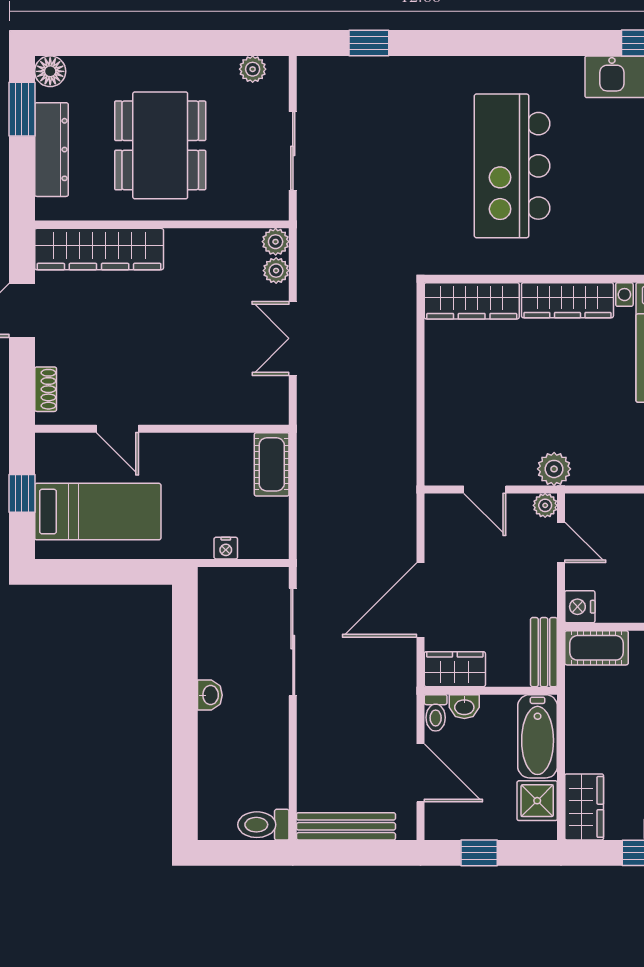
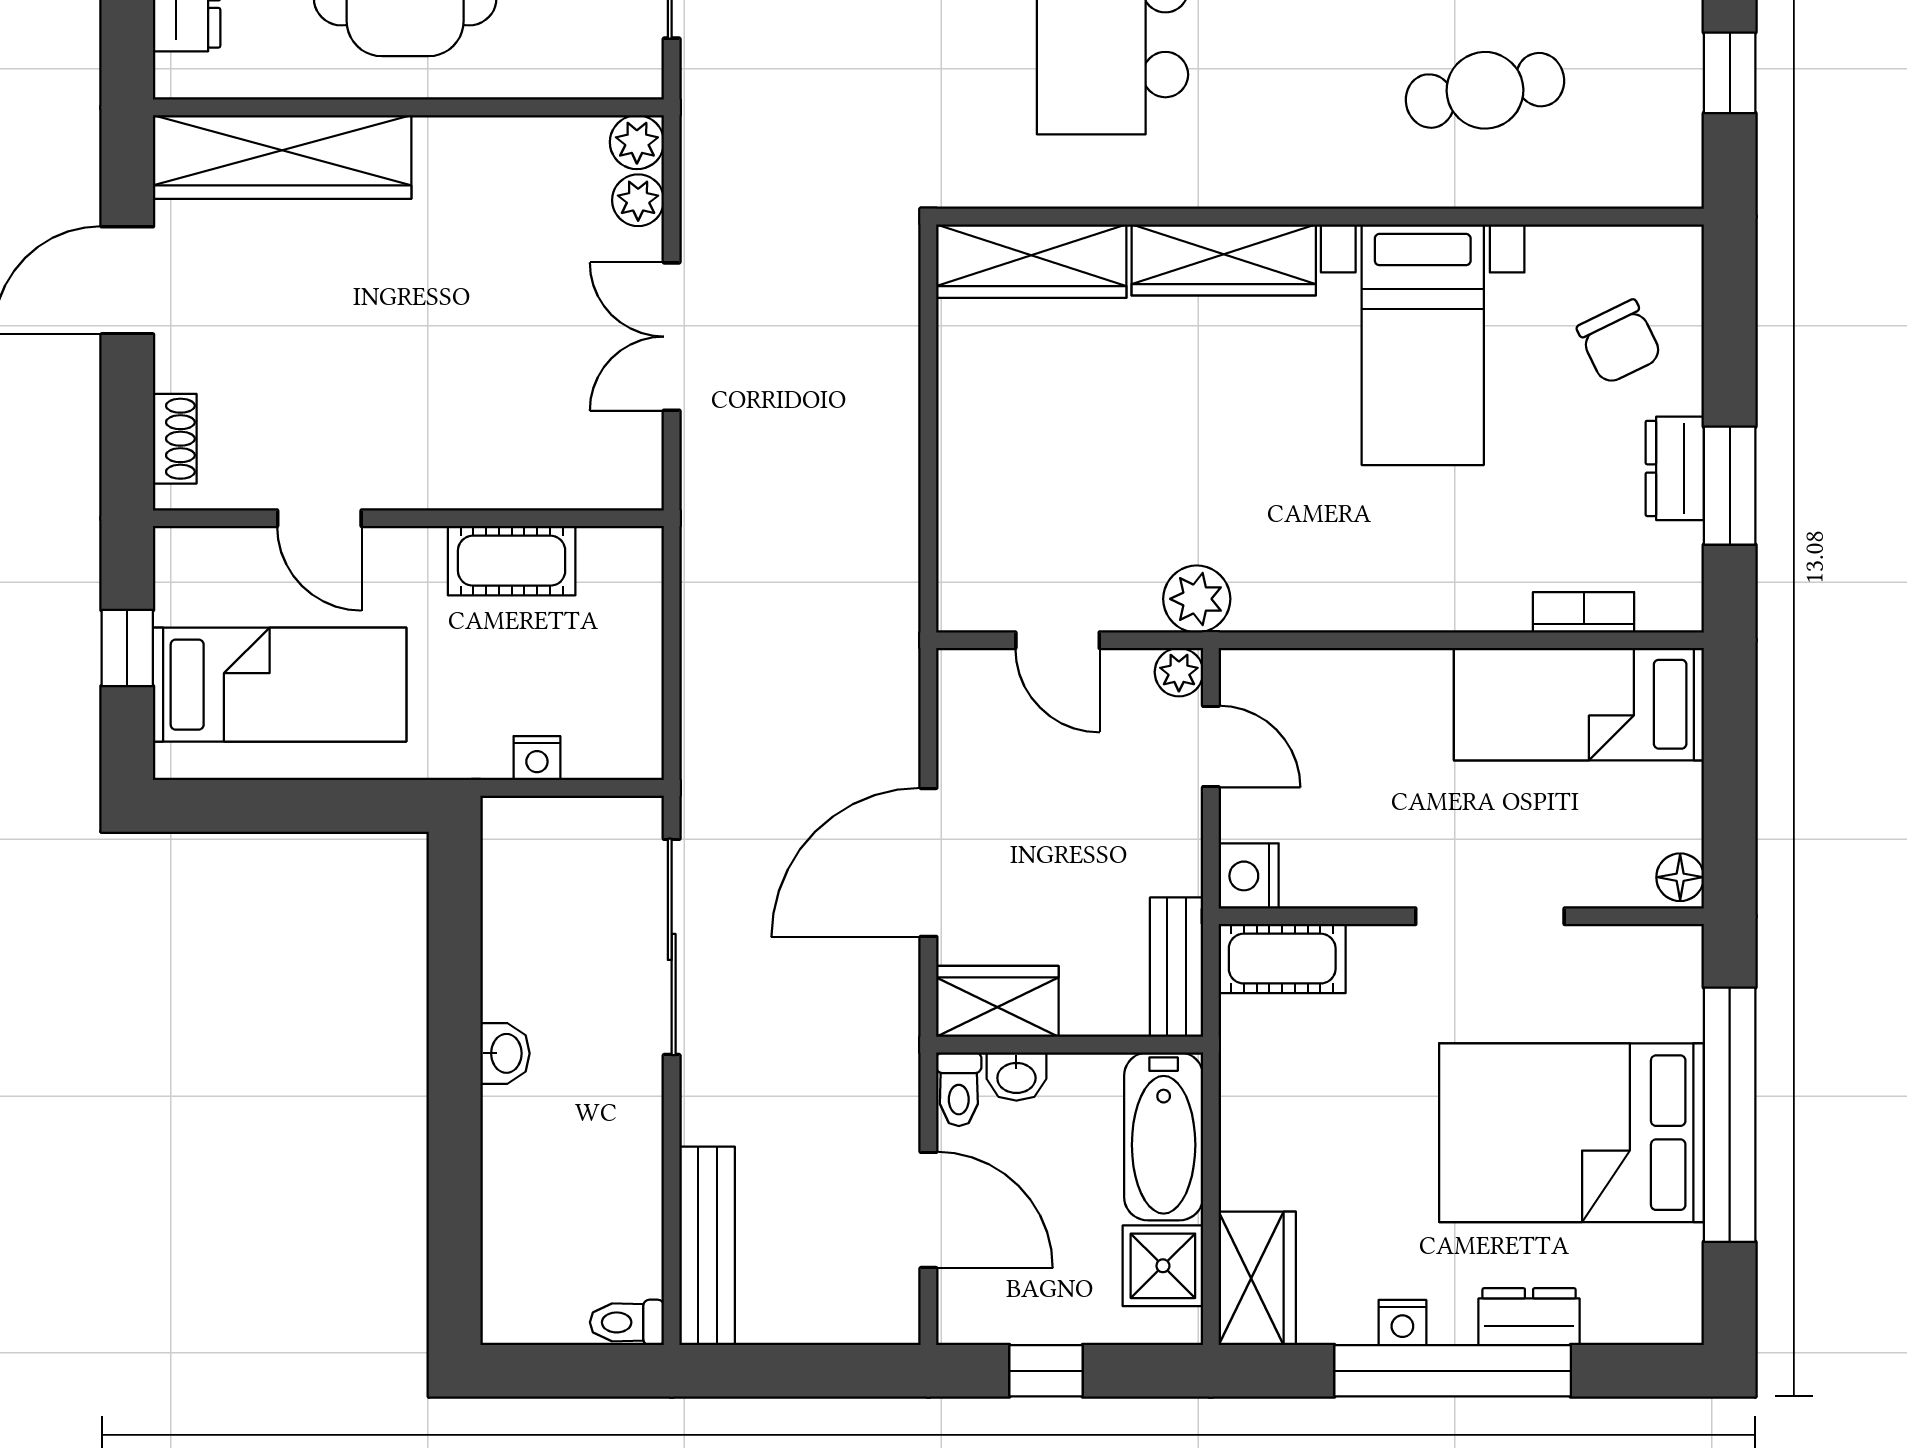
cot: (272, 464) -> (512, 561), moved, turned 90
toilet: (263, 825) -> (627, 1322), width x0.73, depth x0.72
bench: (346, 826) -> (707, 1246), moved, turned 90

